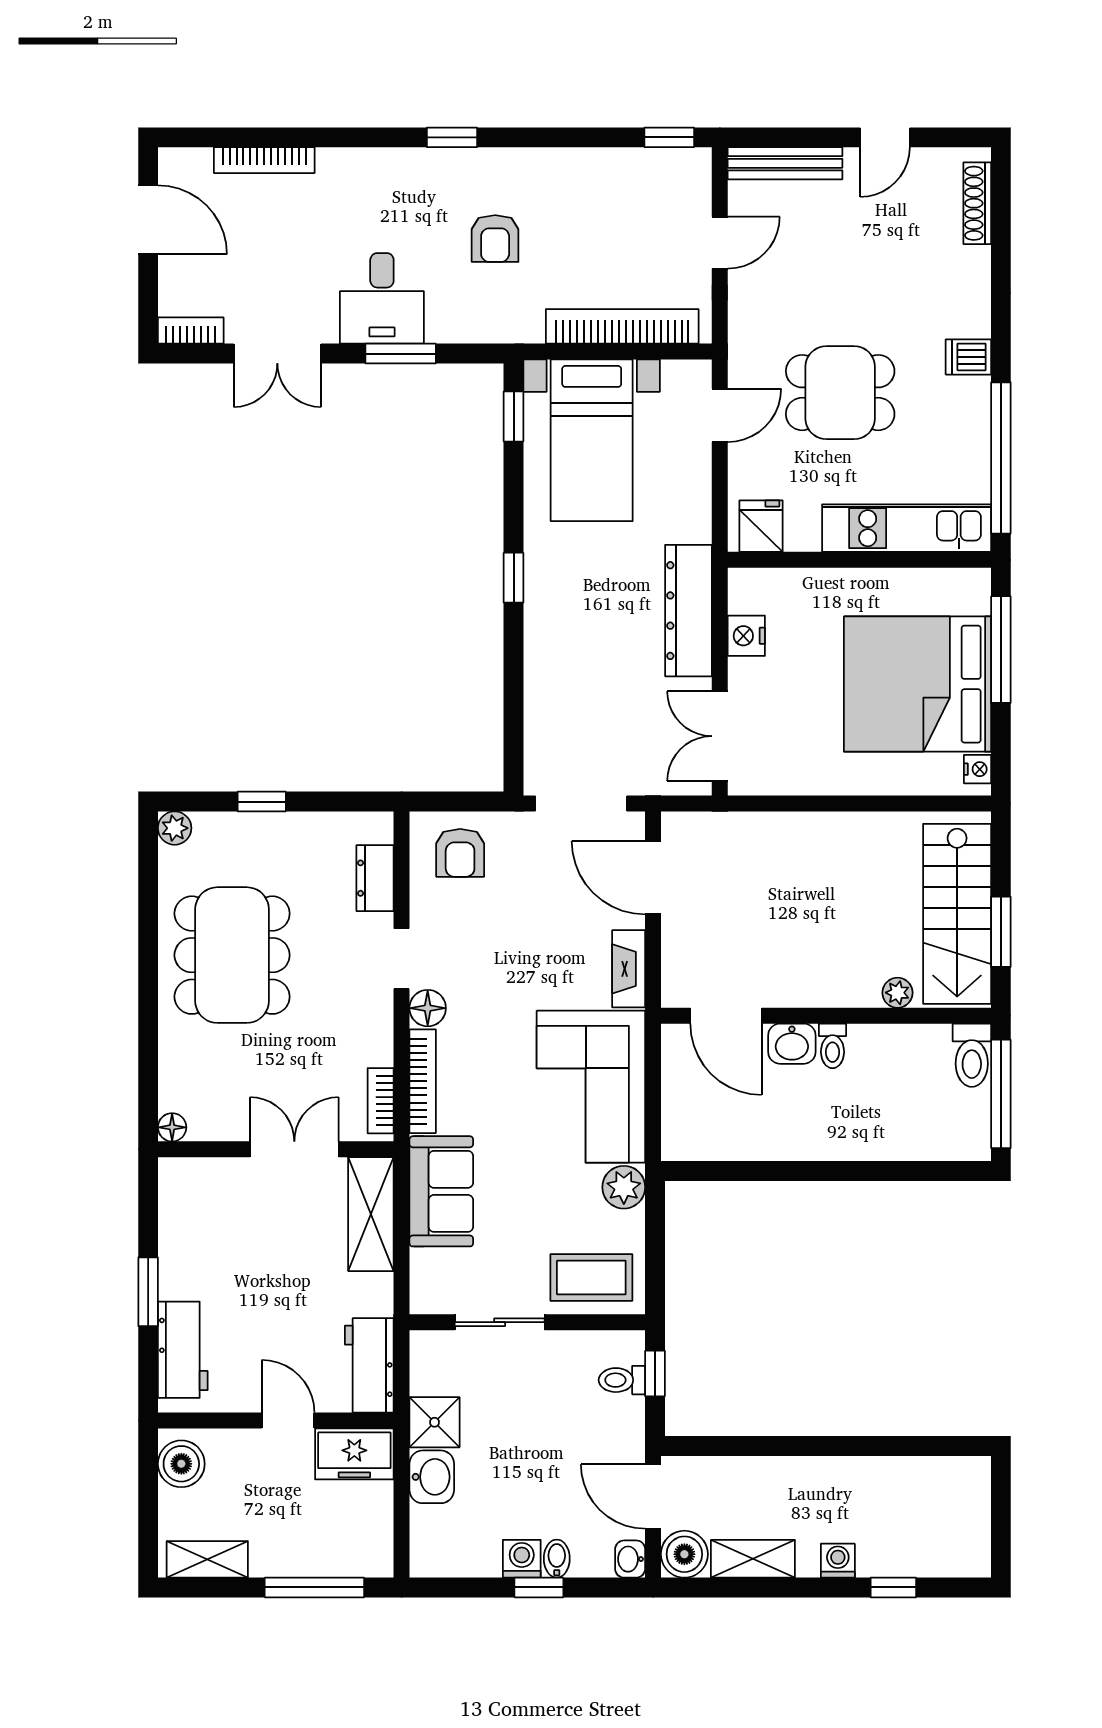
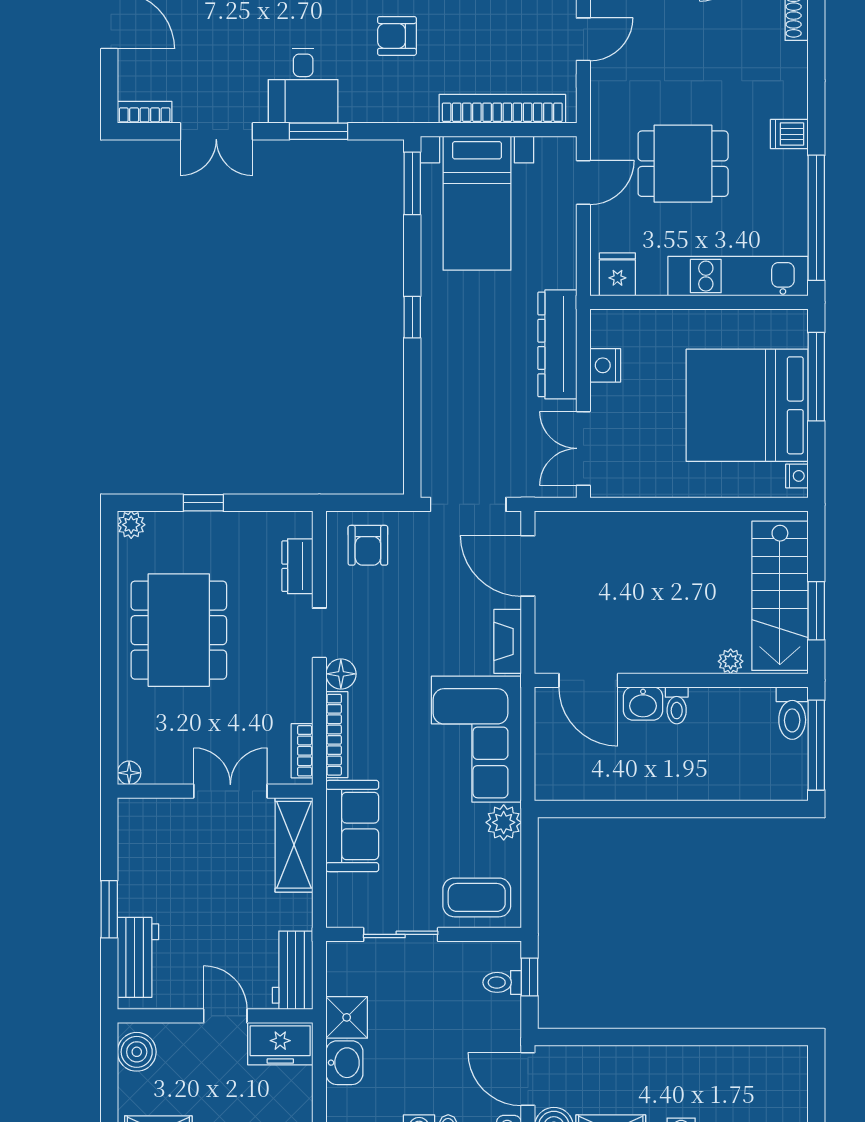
armchair: (495, 239) -> (397, 36), turned 90
window: (514, 416) -> (412, 183), width x1.50

